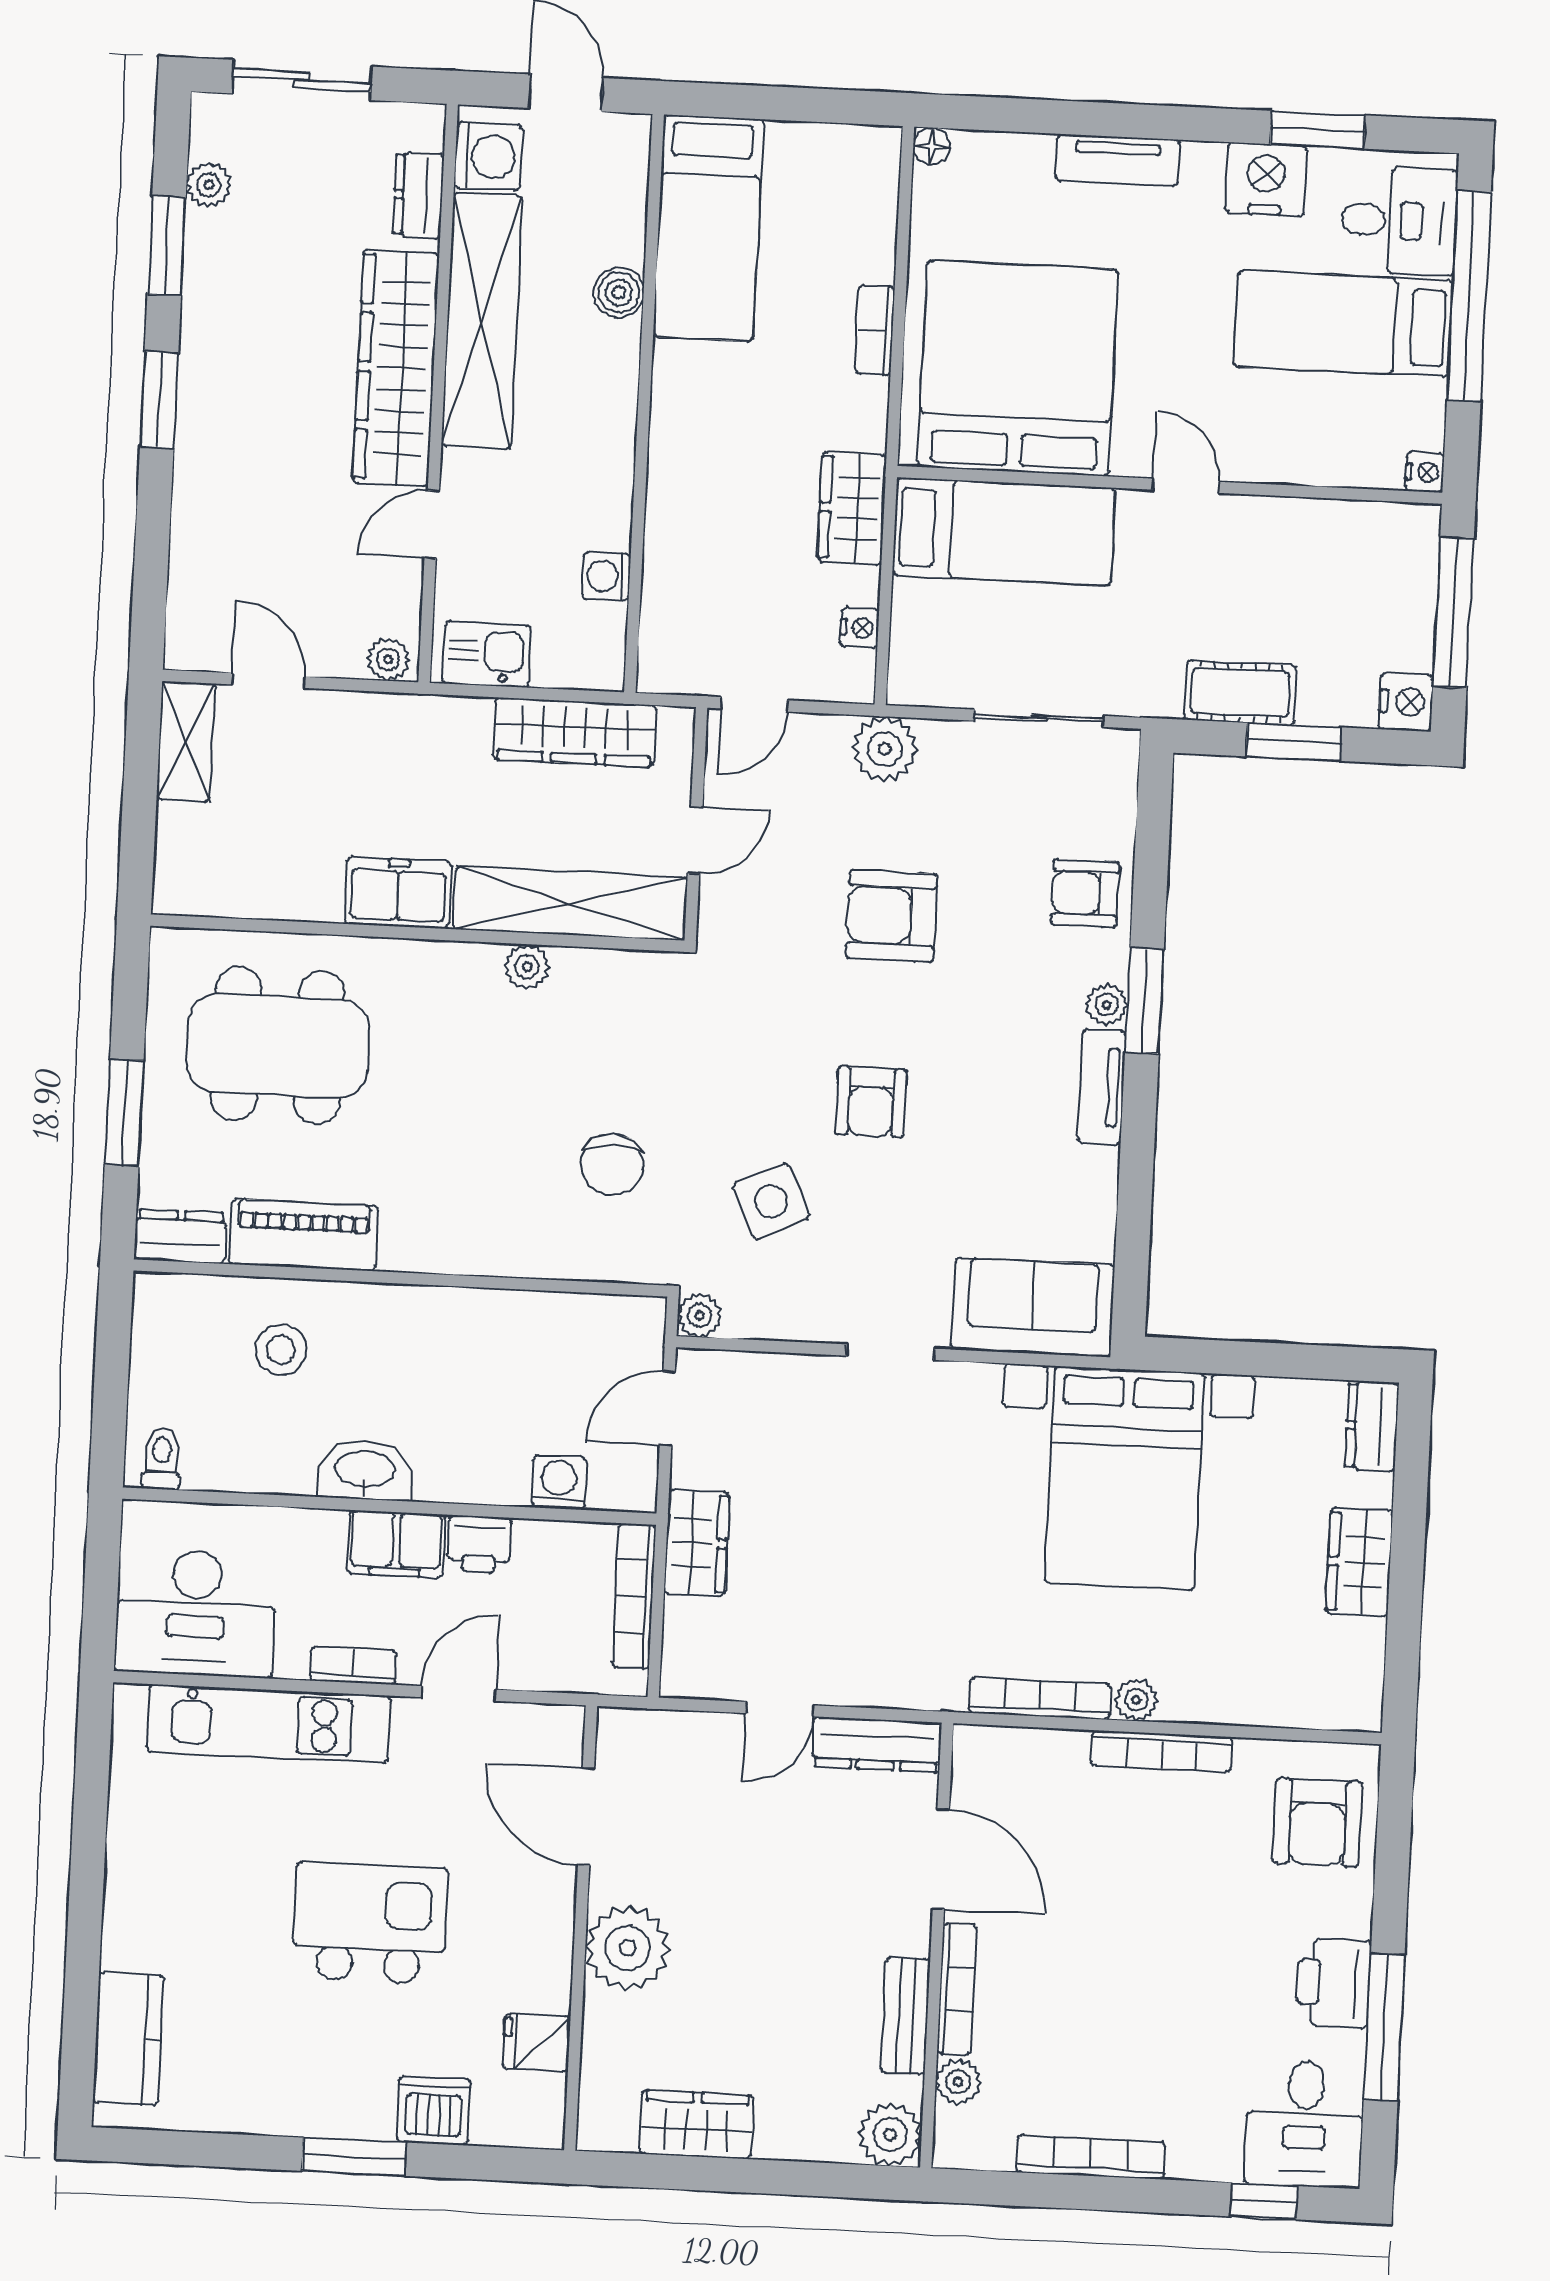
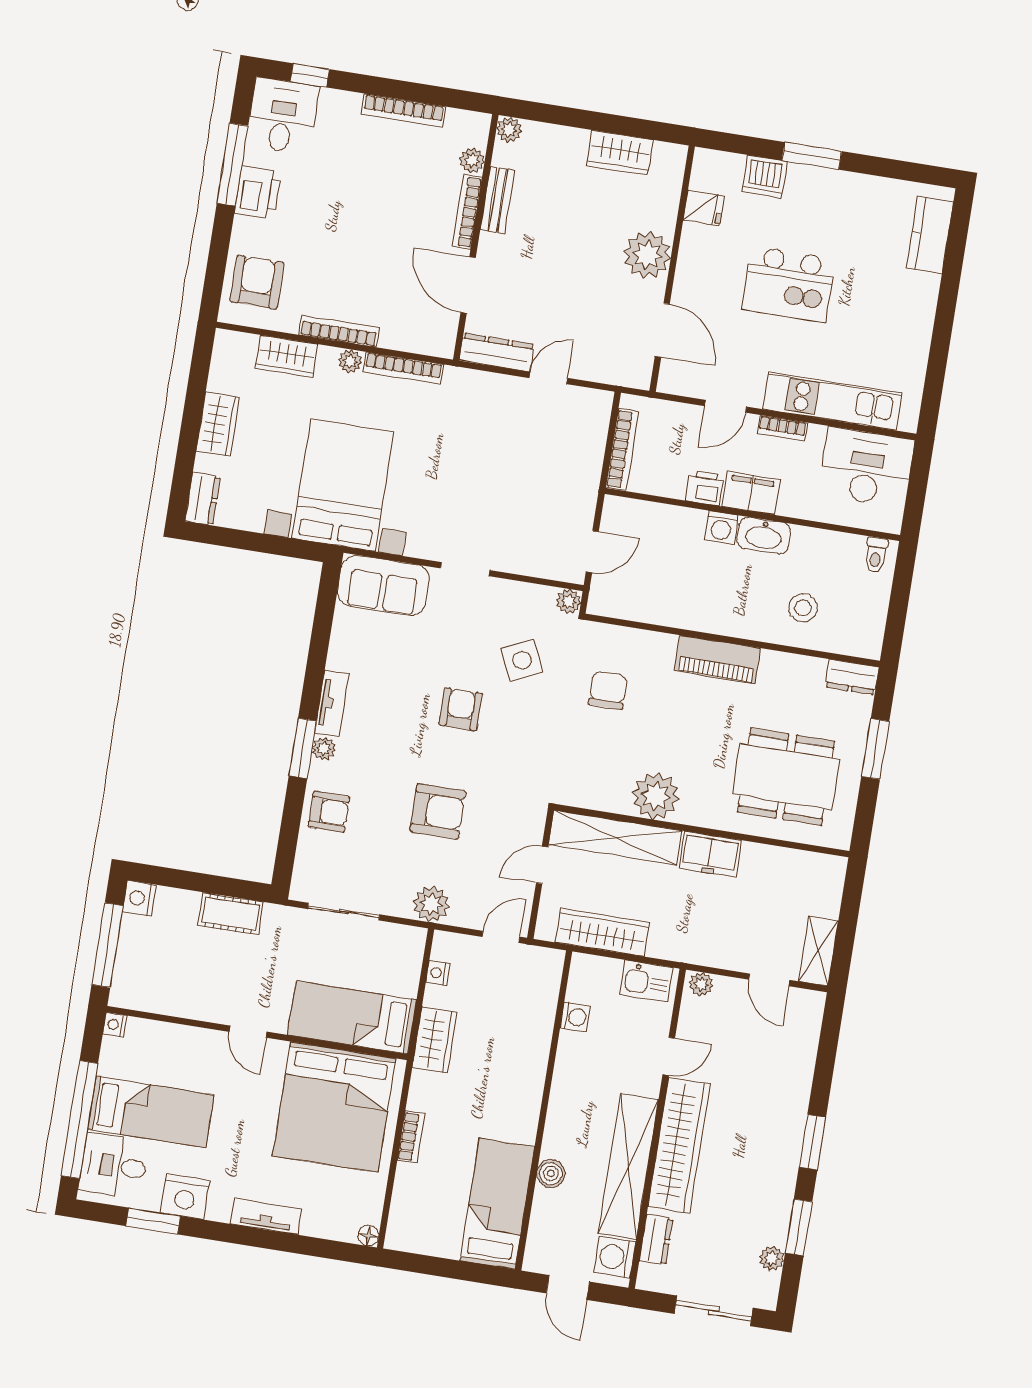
window: (1294, 742) -> (204, 883), removed
plant: (527, 967) -> (656, 796), width x1.87, depth x1.87
piano: (303, 1235) -> (717, 660), moved
washing machine: (559, 1482) -> (721, 528), moved
wardrobe: (697, 1543) -> (287, 356), moved, turned -90
plant: (890, 2135) -> (509, 130), width x0.73, depth x0.73

